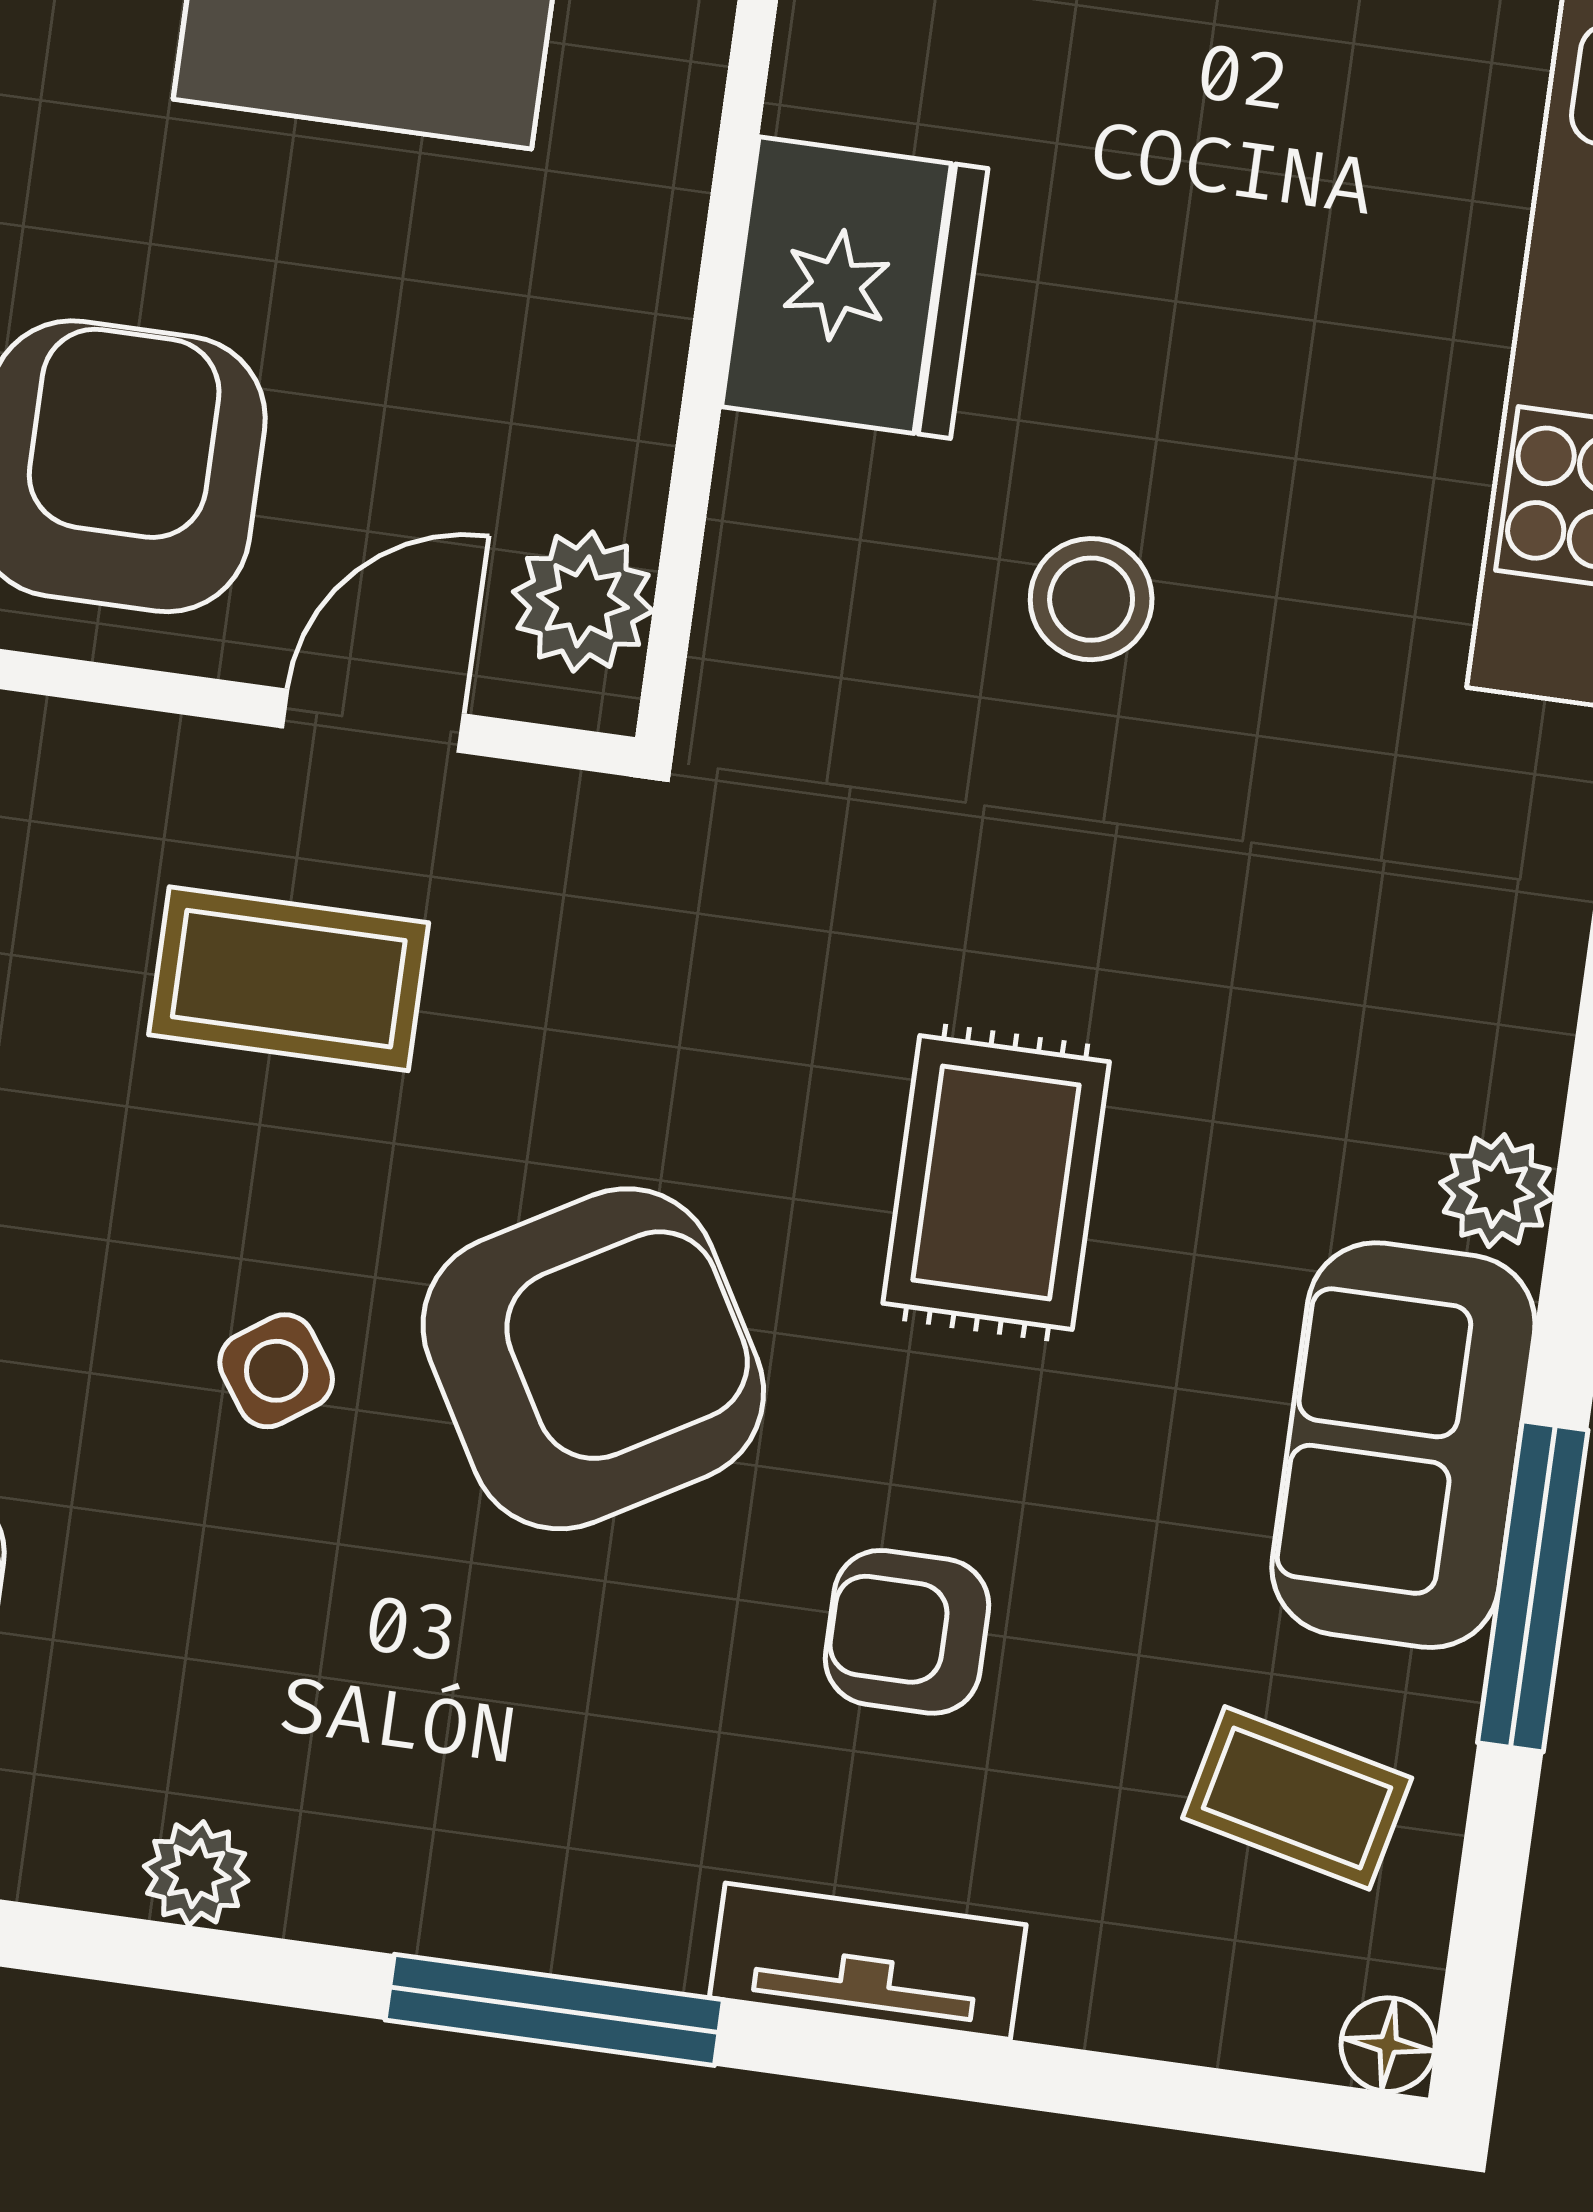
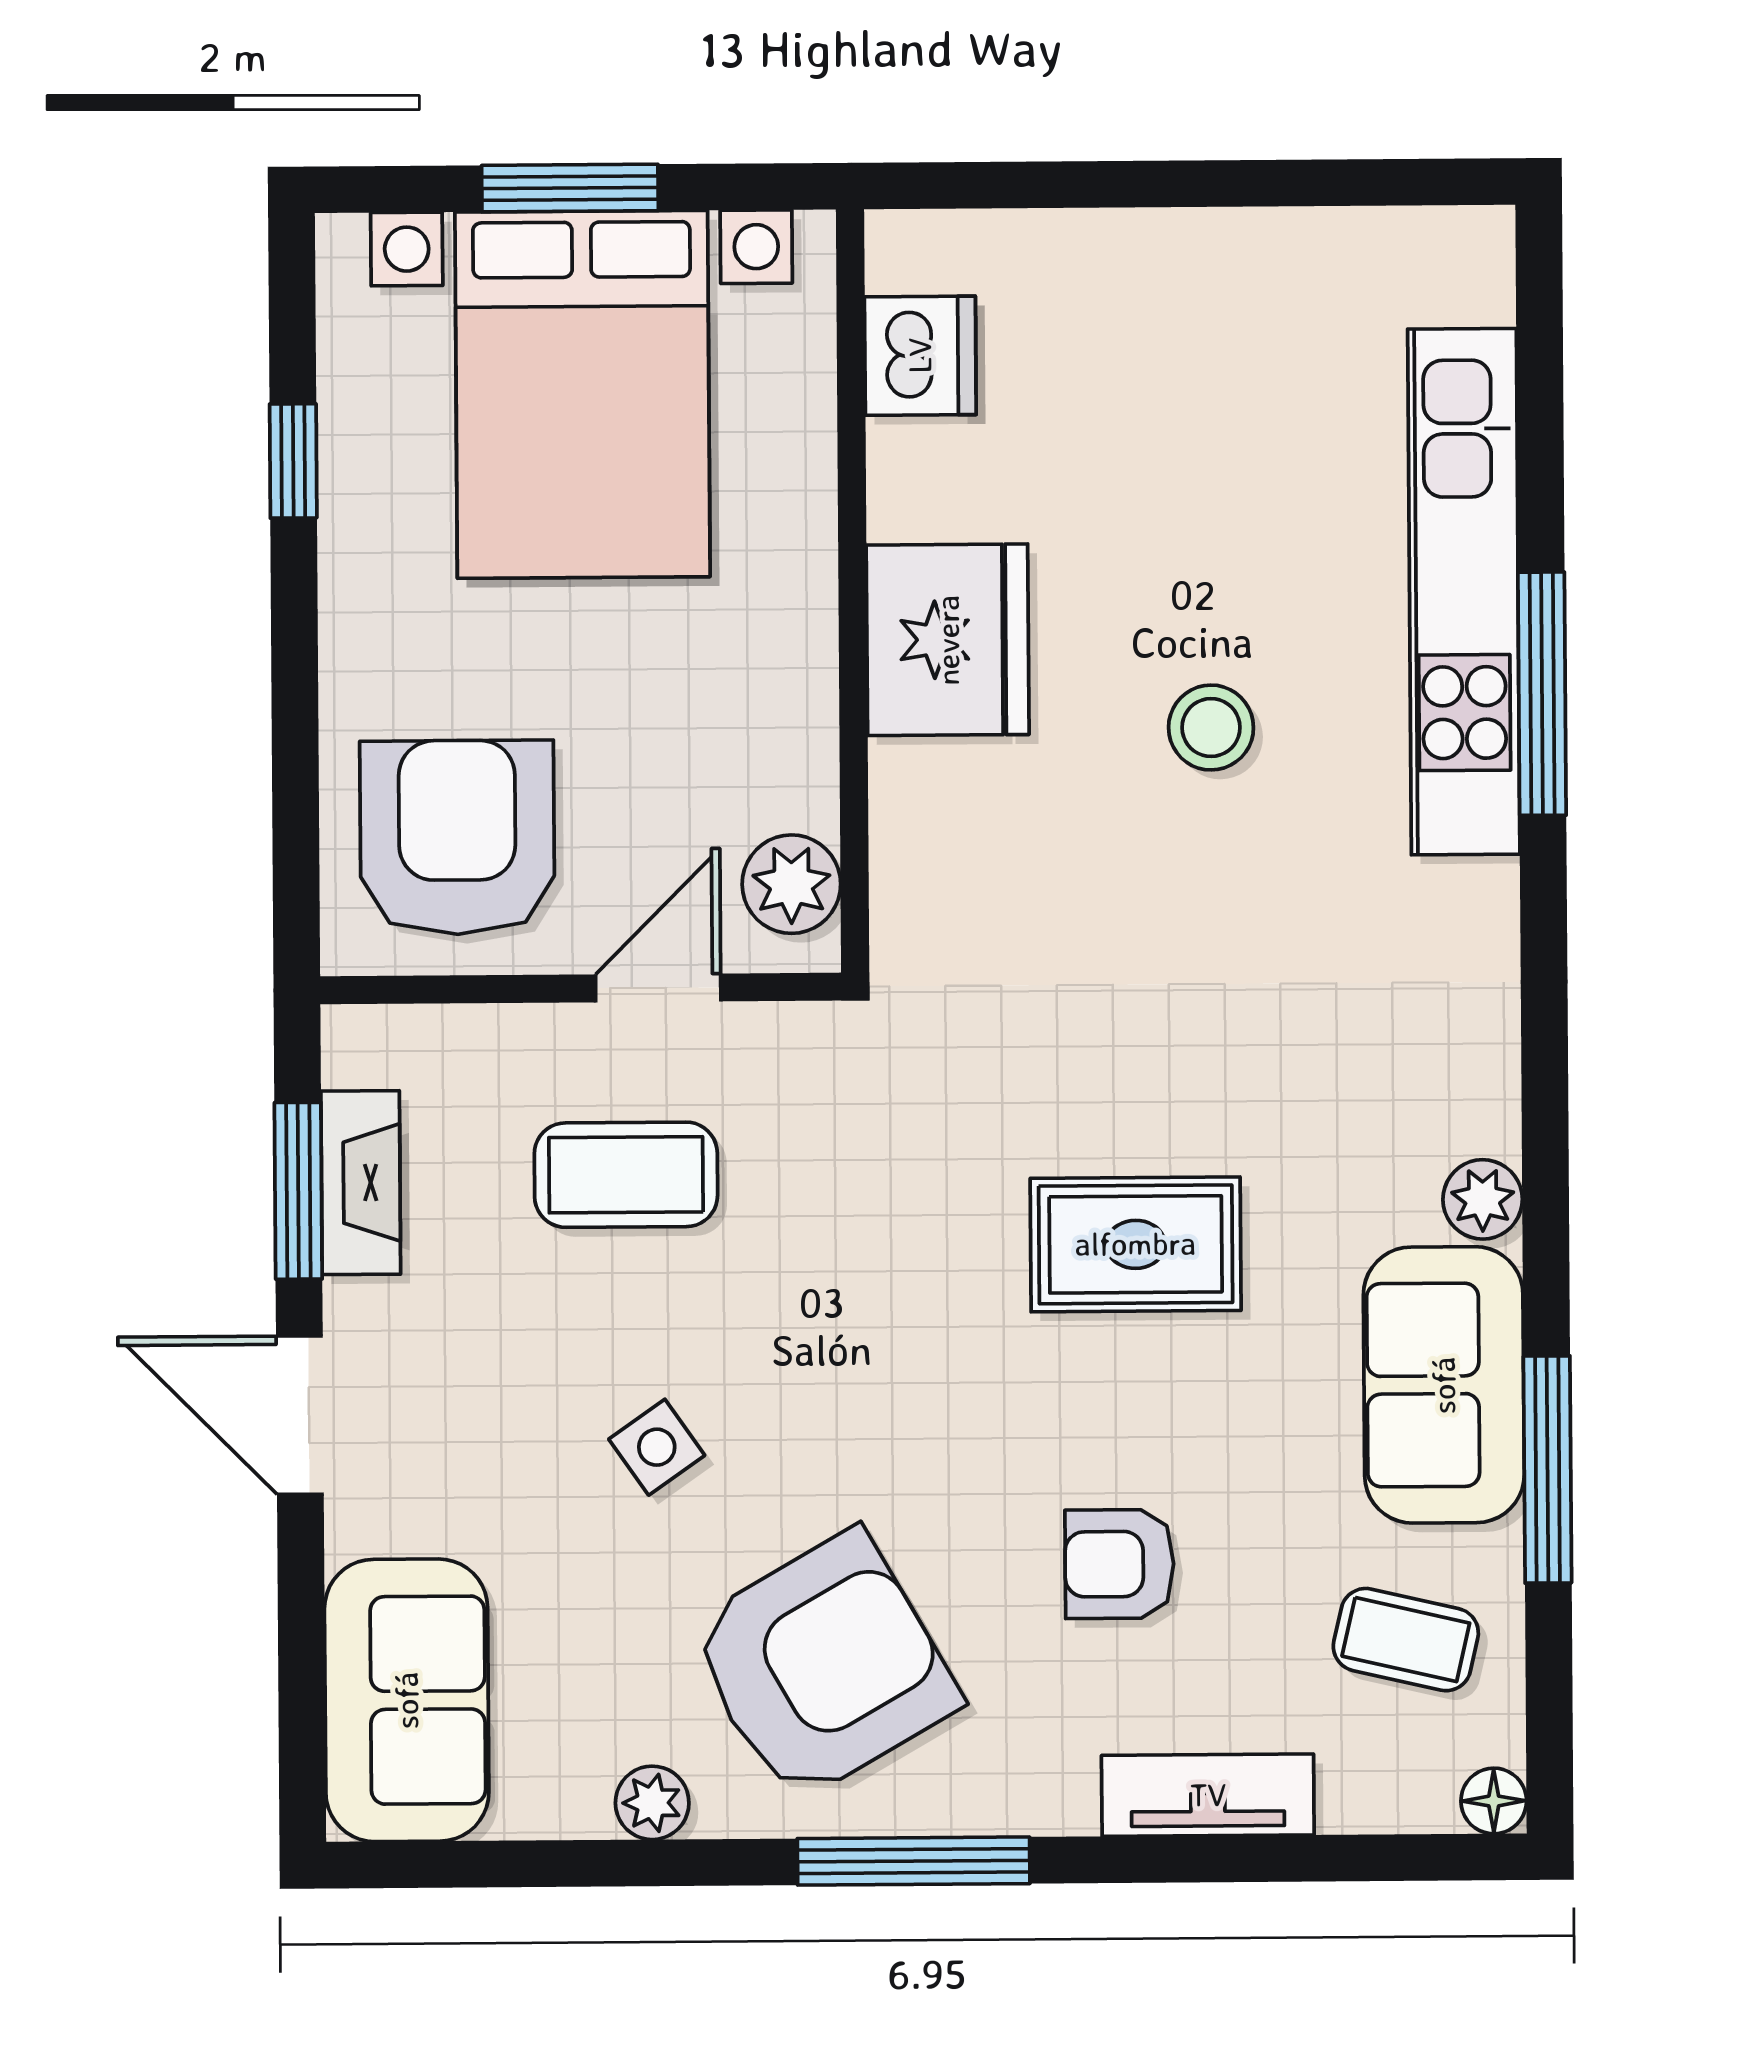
stool: (1091, 599) -> (1211, 728), moved
rug: (996, 1183) -> (1136, 1244), turned 90
armchair: (593, 1359) -> (823, 1666), moved
tv unit: (868, 1961) -> (1208, 1795), moved

